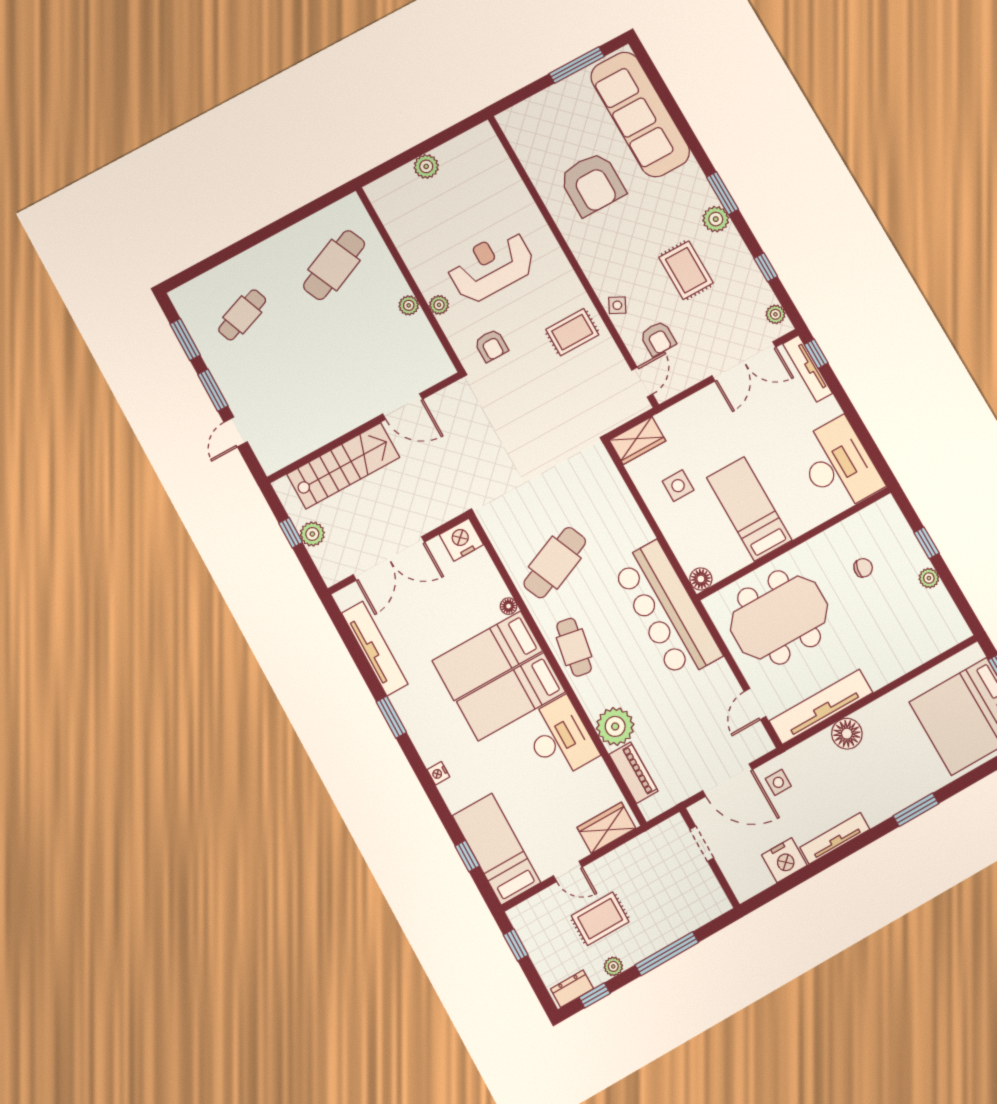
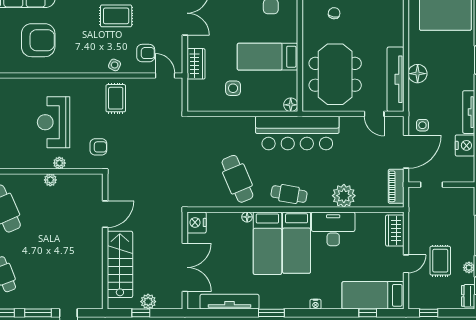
wardrobe: (638, 441) -> (196, 64), moved
piano: (633, 773) -> (396, 186), moved, turned -90

